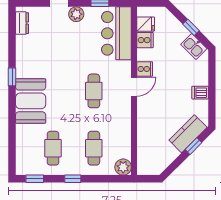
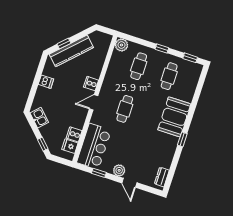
window: (191, 27) -> (43, 144), moved
cooker: (145, 69) -> (91, 84), moved
kitchen counter: (188, 134) -> (71, 51), width x1.50

